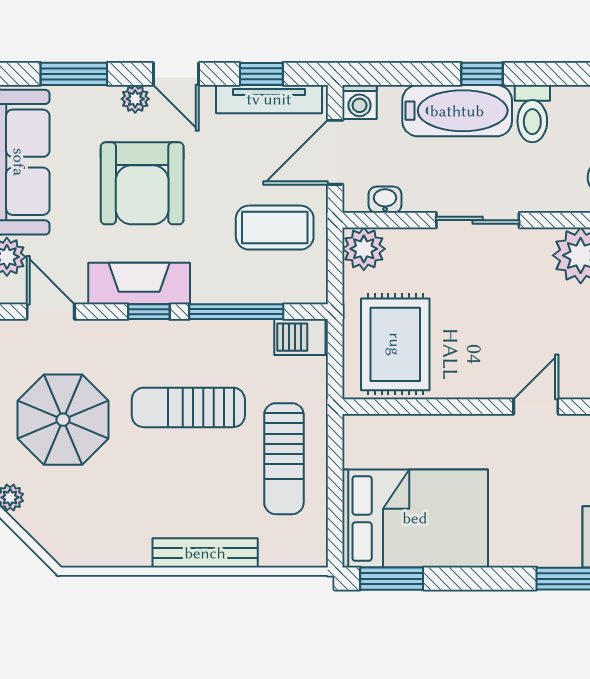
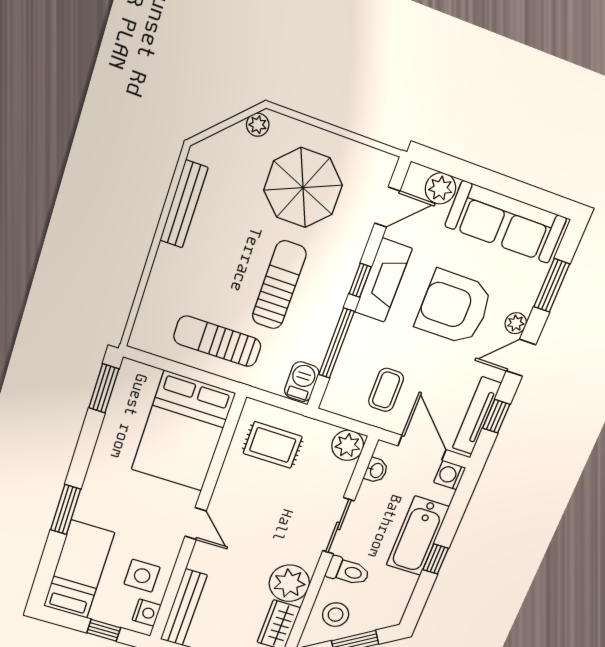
toilet: (532, 114) -> (348, 571), moved, turned 180
coffee table: (275, 228) -> (386, 390), width x0.73, depth x0.77
rug: (395, 344) -> (273, 445), width x0.73, depth x0.70
bed: (415, 518) -> (183, 431), moved
bench: (205, 553) -> (184, 204), moved

